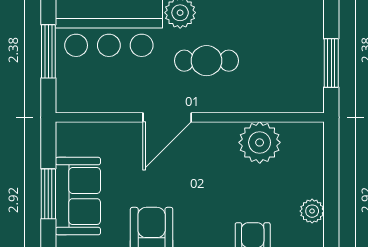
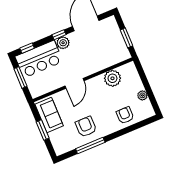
cafe table: (206, 61) -> (80, 56), removed
sofa: (78, 196) -> (49, 115), moved

